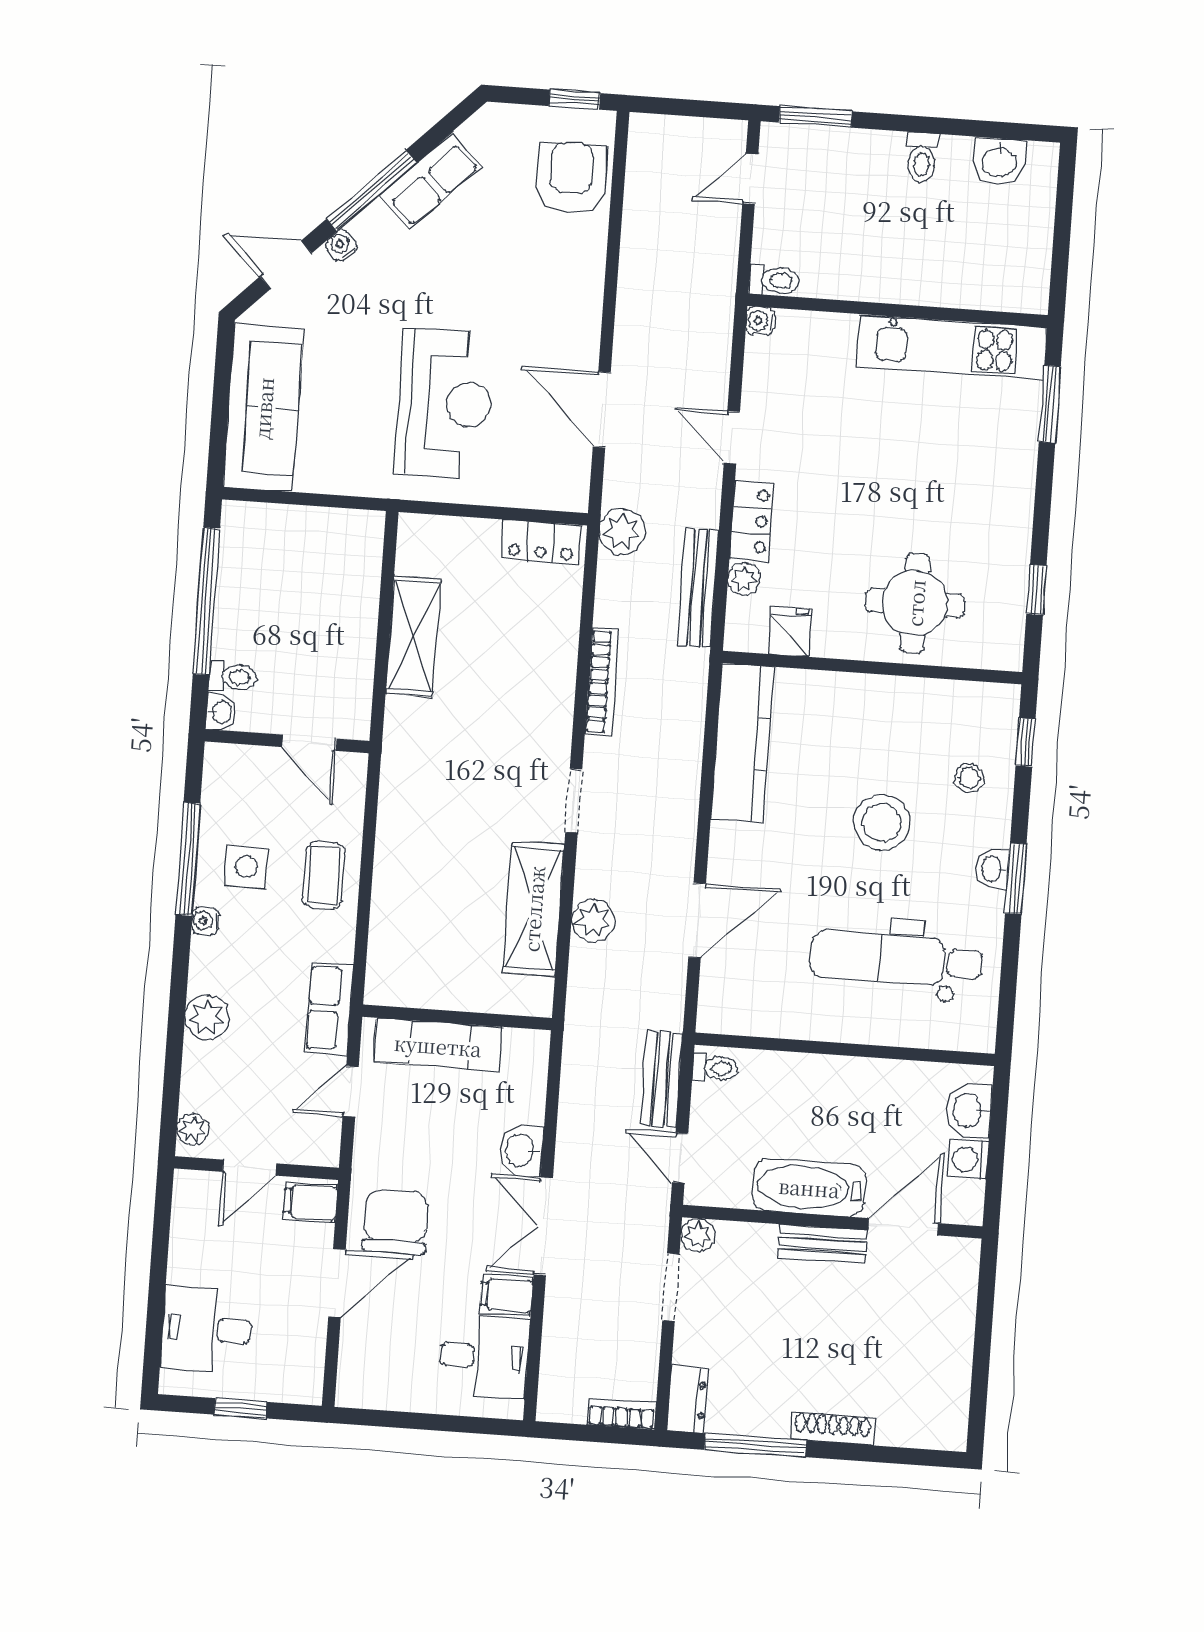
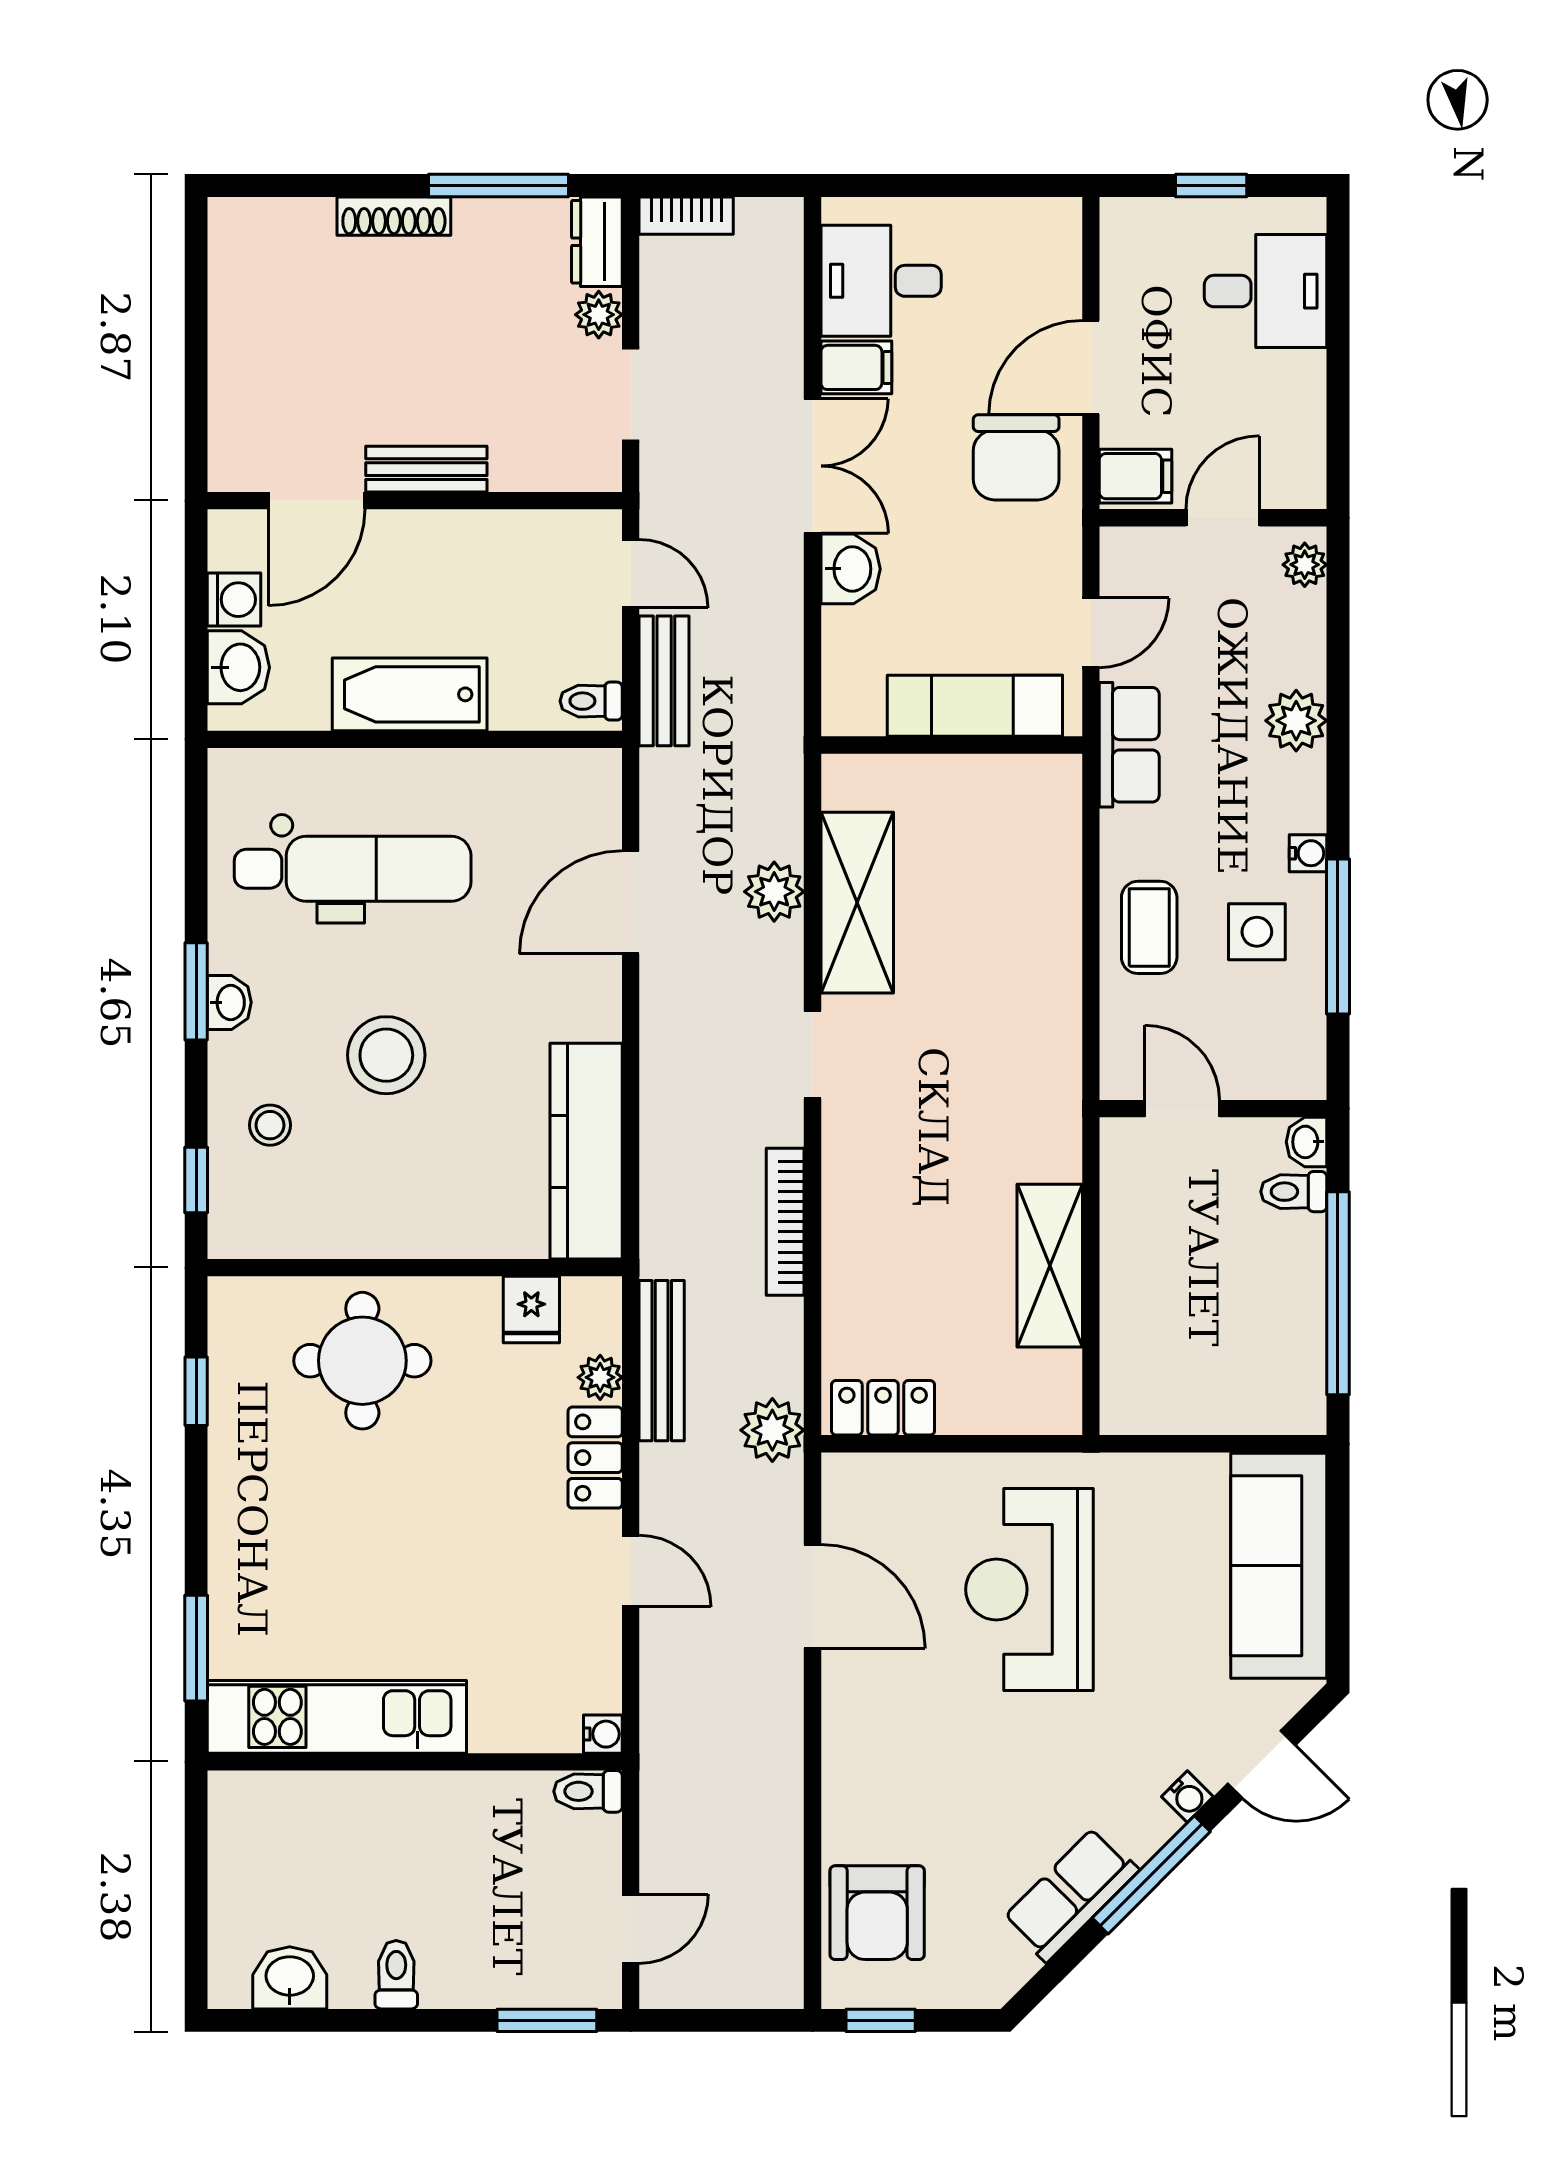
bathtub: (809, 1187) -> (410, 694), moved, turned 180
plant: (698, 1235) -> (599, 315), moved

